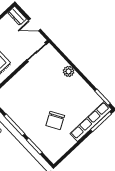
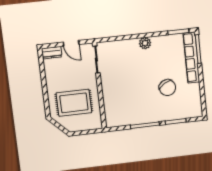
door: (35, 25) -> (71, 43), hinge flipped
plant: (69, 71) -> (145, 43), moved

